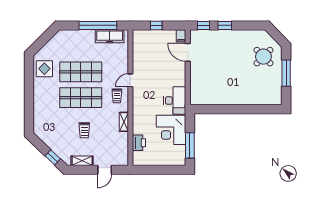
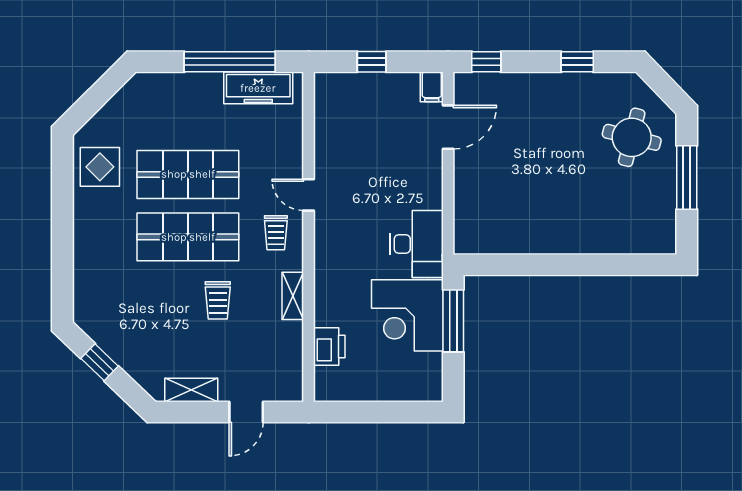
window: (225, 25) -> (577, 62), moved
door: (188, 52) -> (448, 127), swing flipped
round table: (263, 57) -> (632, 137), turned -31
door: (130, 80) -> (309, 195), hinge flipped
trolley: (84, 130) -> (218, 300), moved
window: (190, 145) -> (453, 321), moved
window: (53, 157) -> (100, 362), moved

